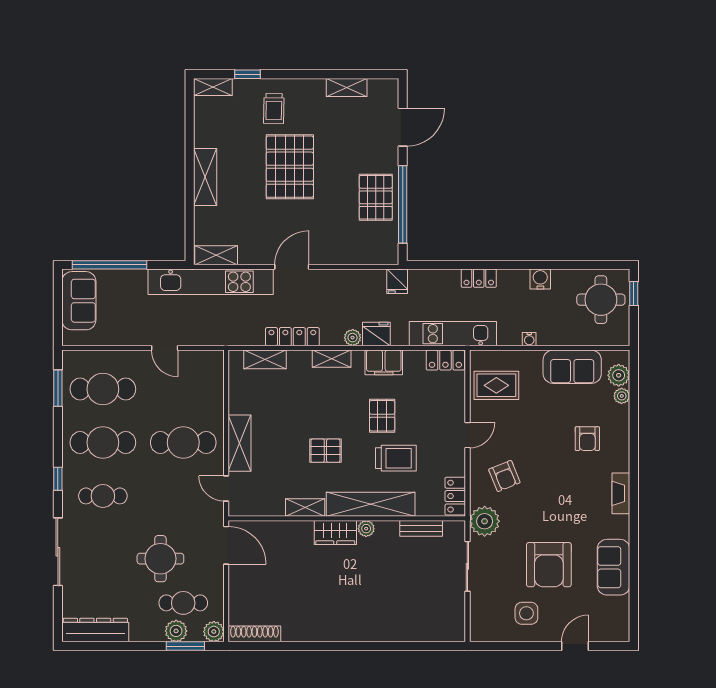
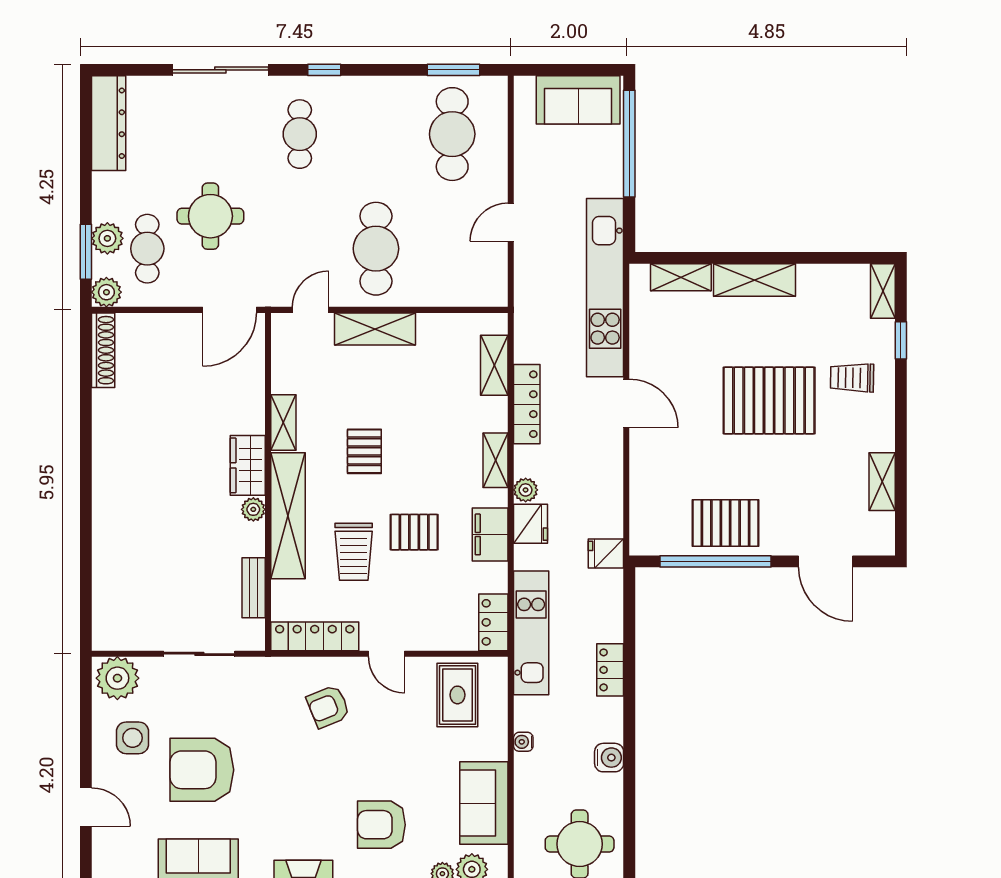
shelving: (216, 255) -> (681, 277), moved, turned 90
armchair: (587, 439) -> (381, 825), width x1.38, depth x1.38
cafe table: (103, 442) -> (376, 134), removed
locker: (455, 496) -> (315, 636), width x1.53
plant: (485, 521) -> (117, 678), moved

